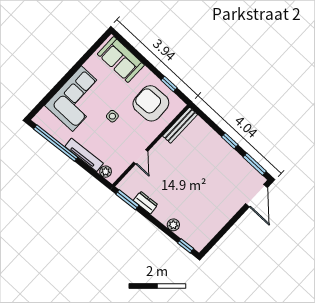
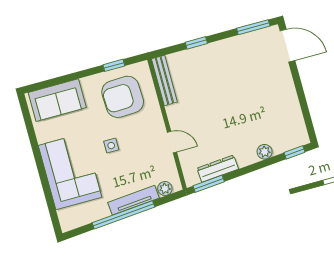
window: (230, 141) -> (196, 43), moved
window: (56, 143) -> (123, 215), moved
dresser: (145, 203) -> (218, 169), width x1.44

